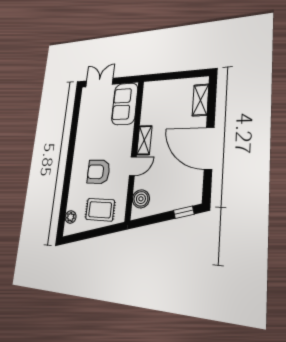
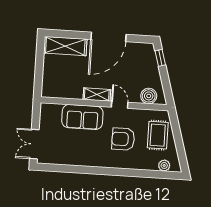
shelving: (200, 100) -> (65, 46), width x1.50, depth x1.33
sofa: (125, 104) -> (82, 117), moved
armchair: (98, 172) -> (123, 139), turned 90

